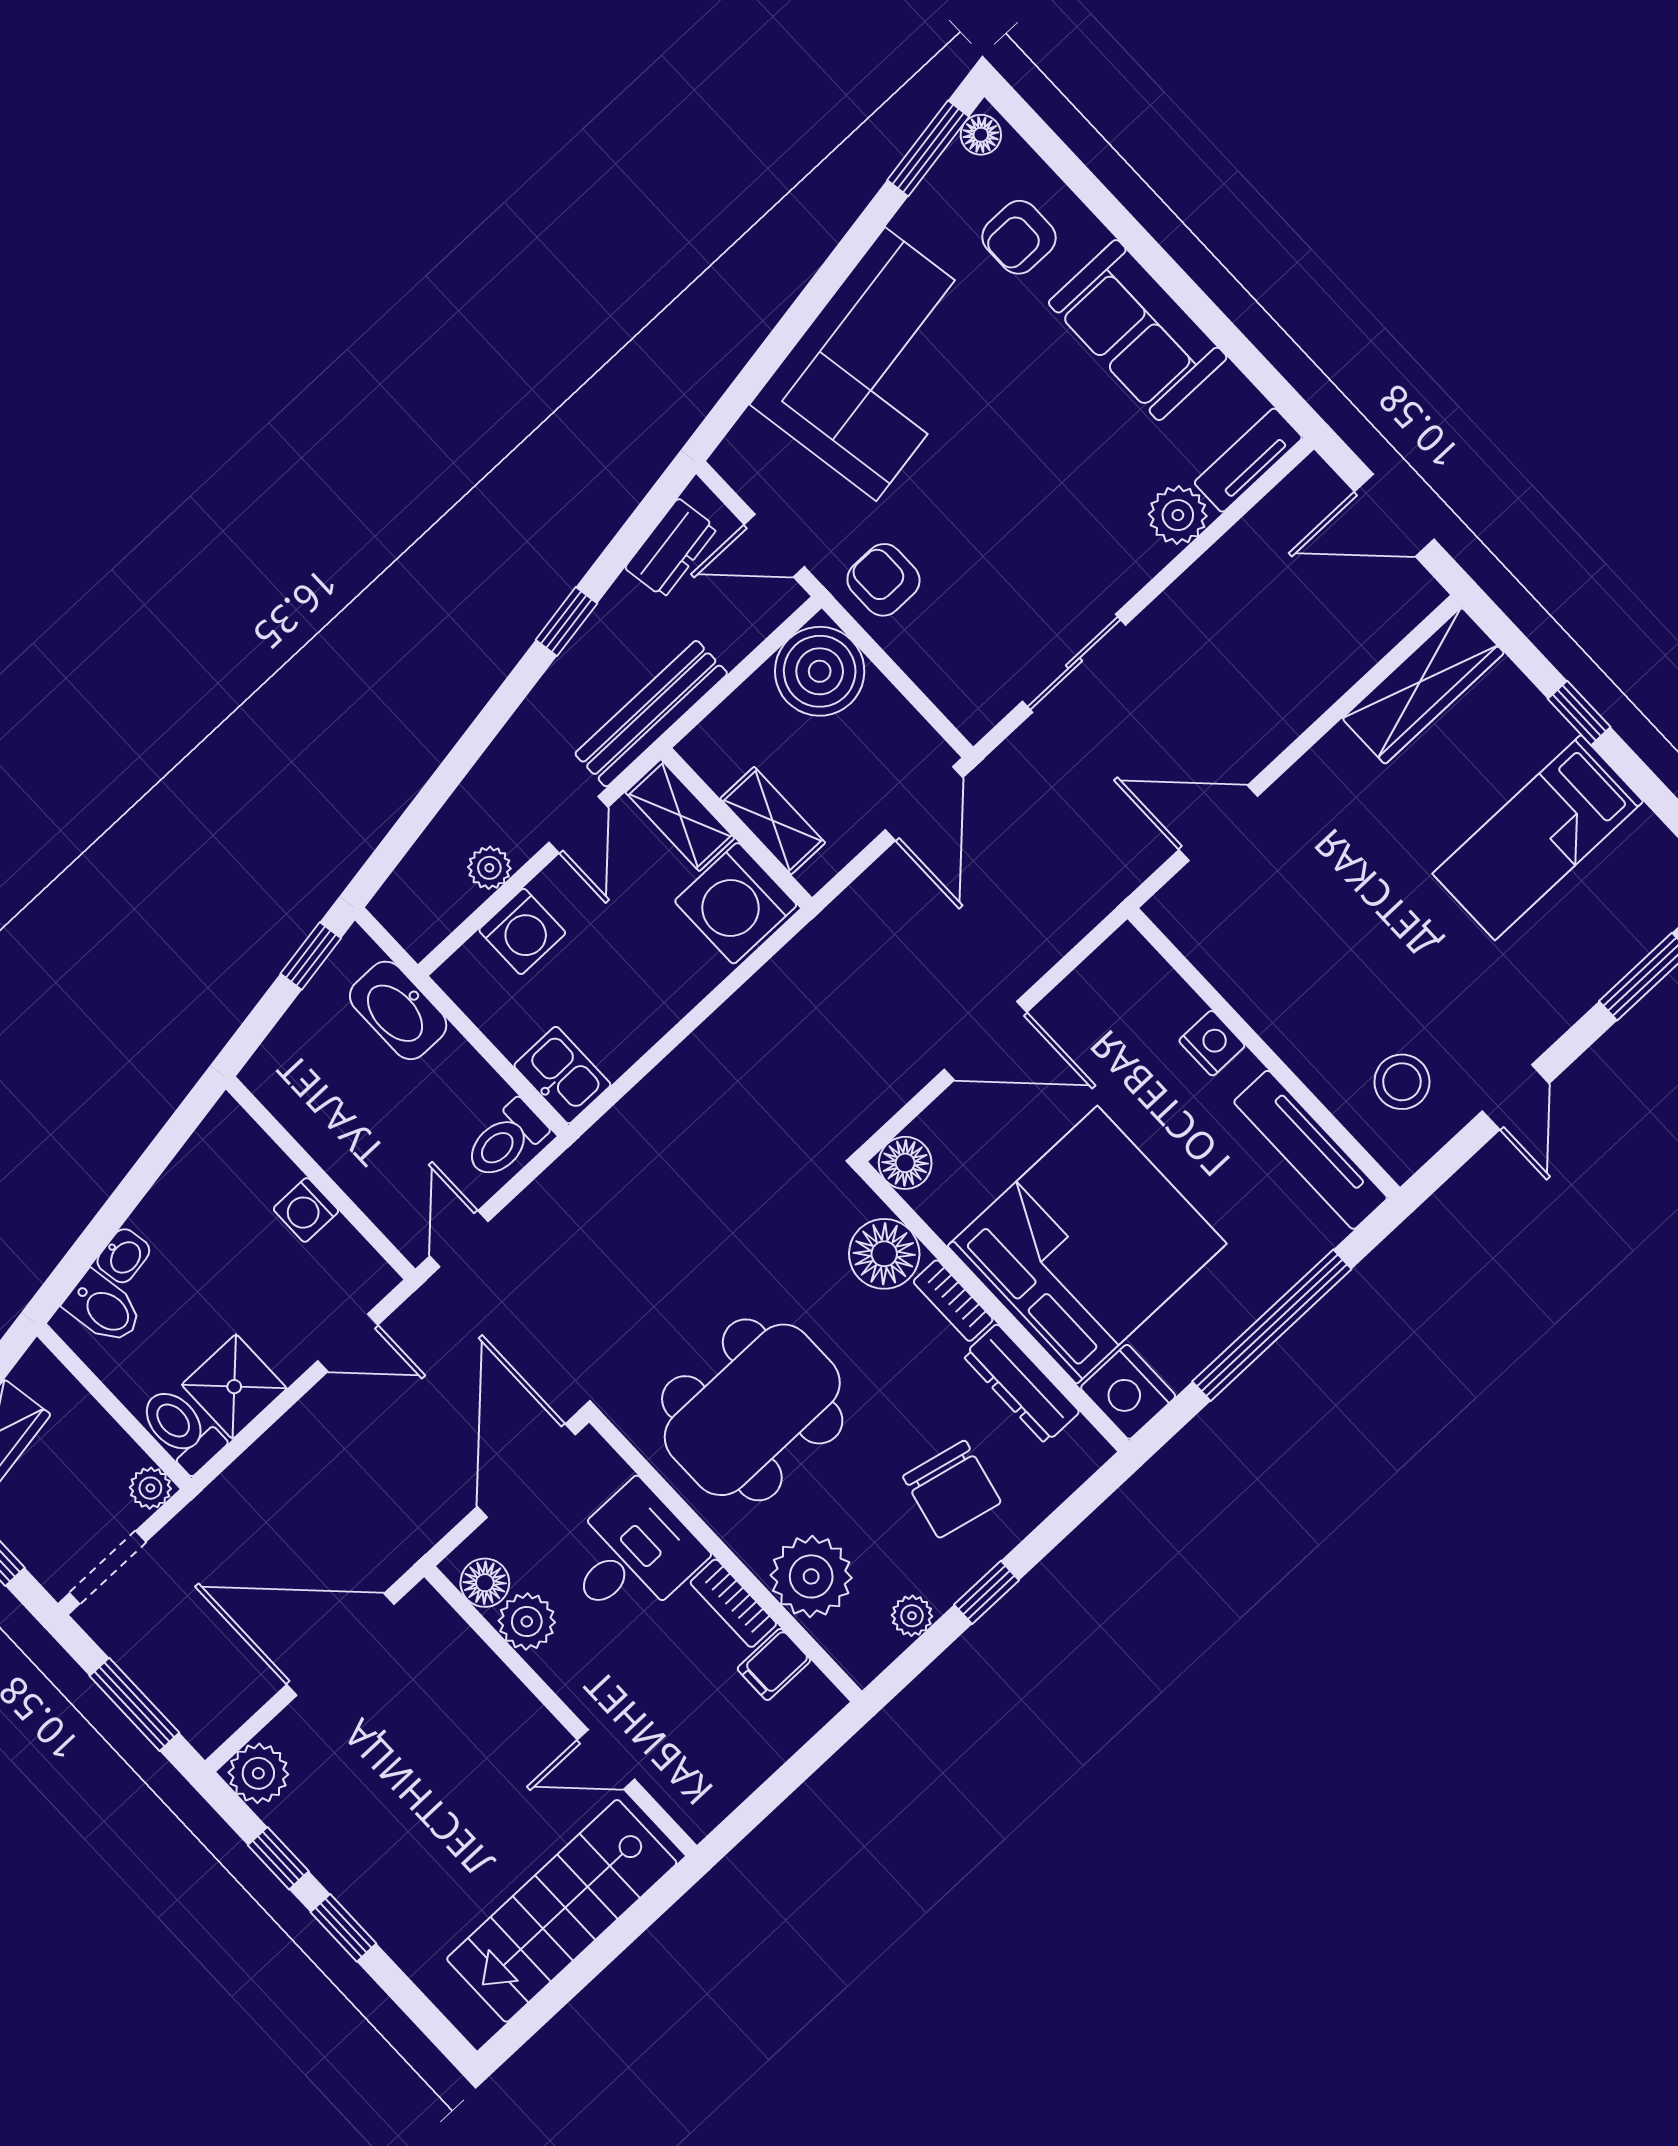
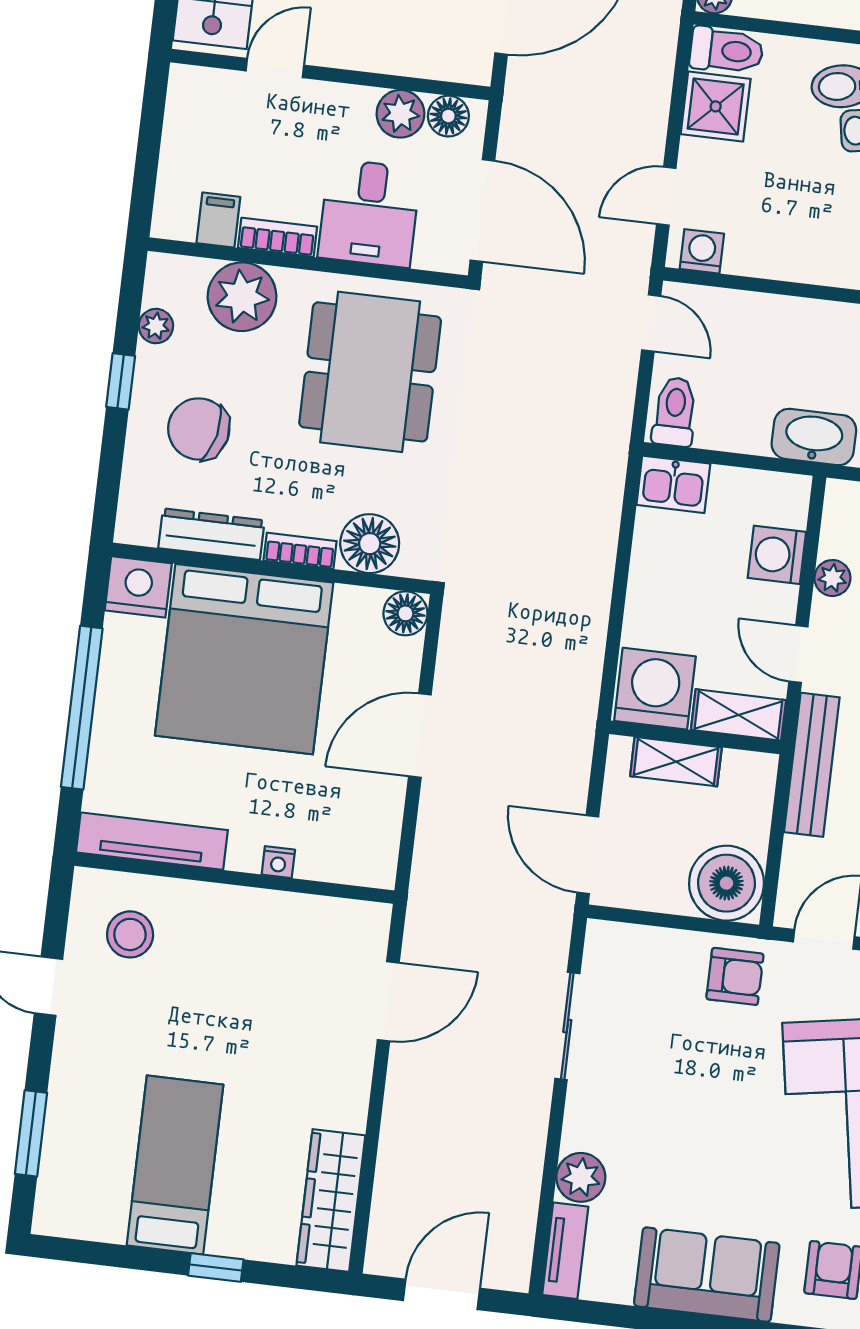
nightstand: (1212, 1043) -> (278, 862), width x0.72, depth x0.74
washing machine: (306, 1210) -> (702, 251), moved

